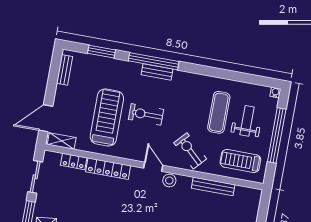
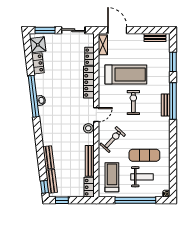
locker: (248, 194) -> (89, 187), added

